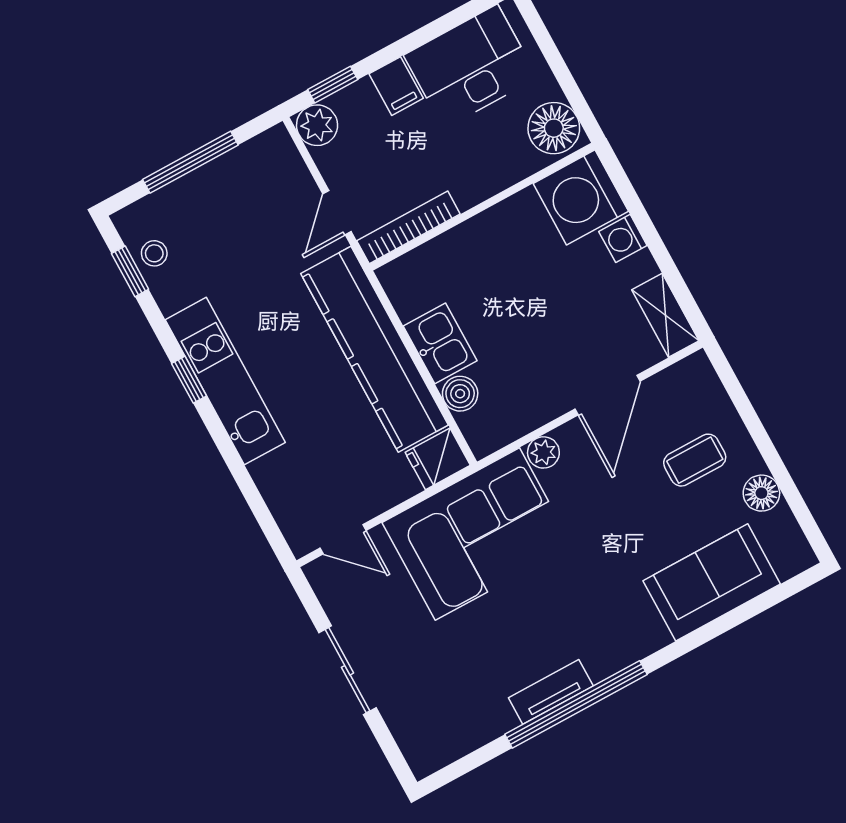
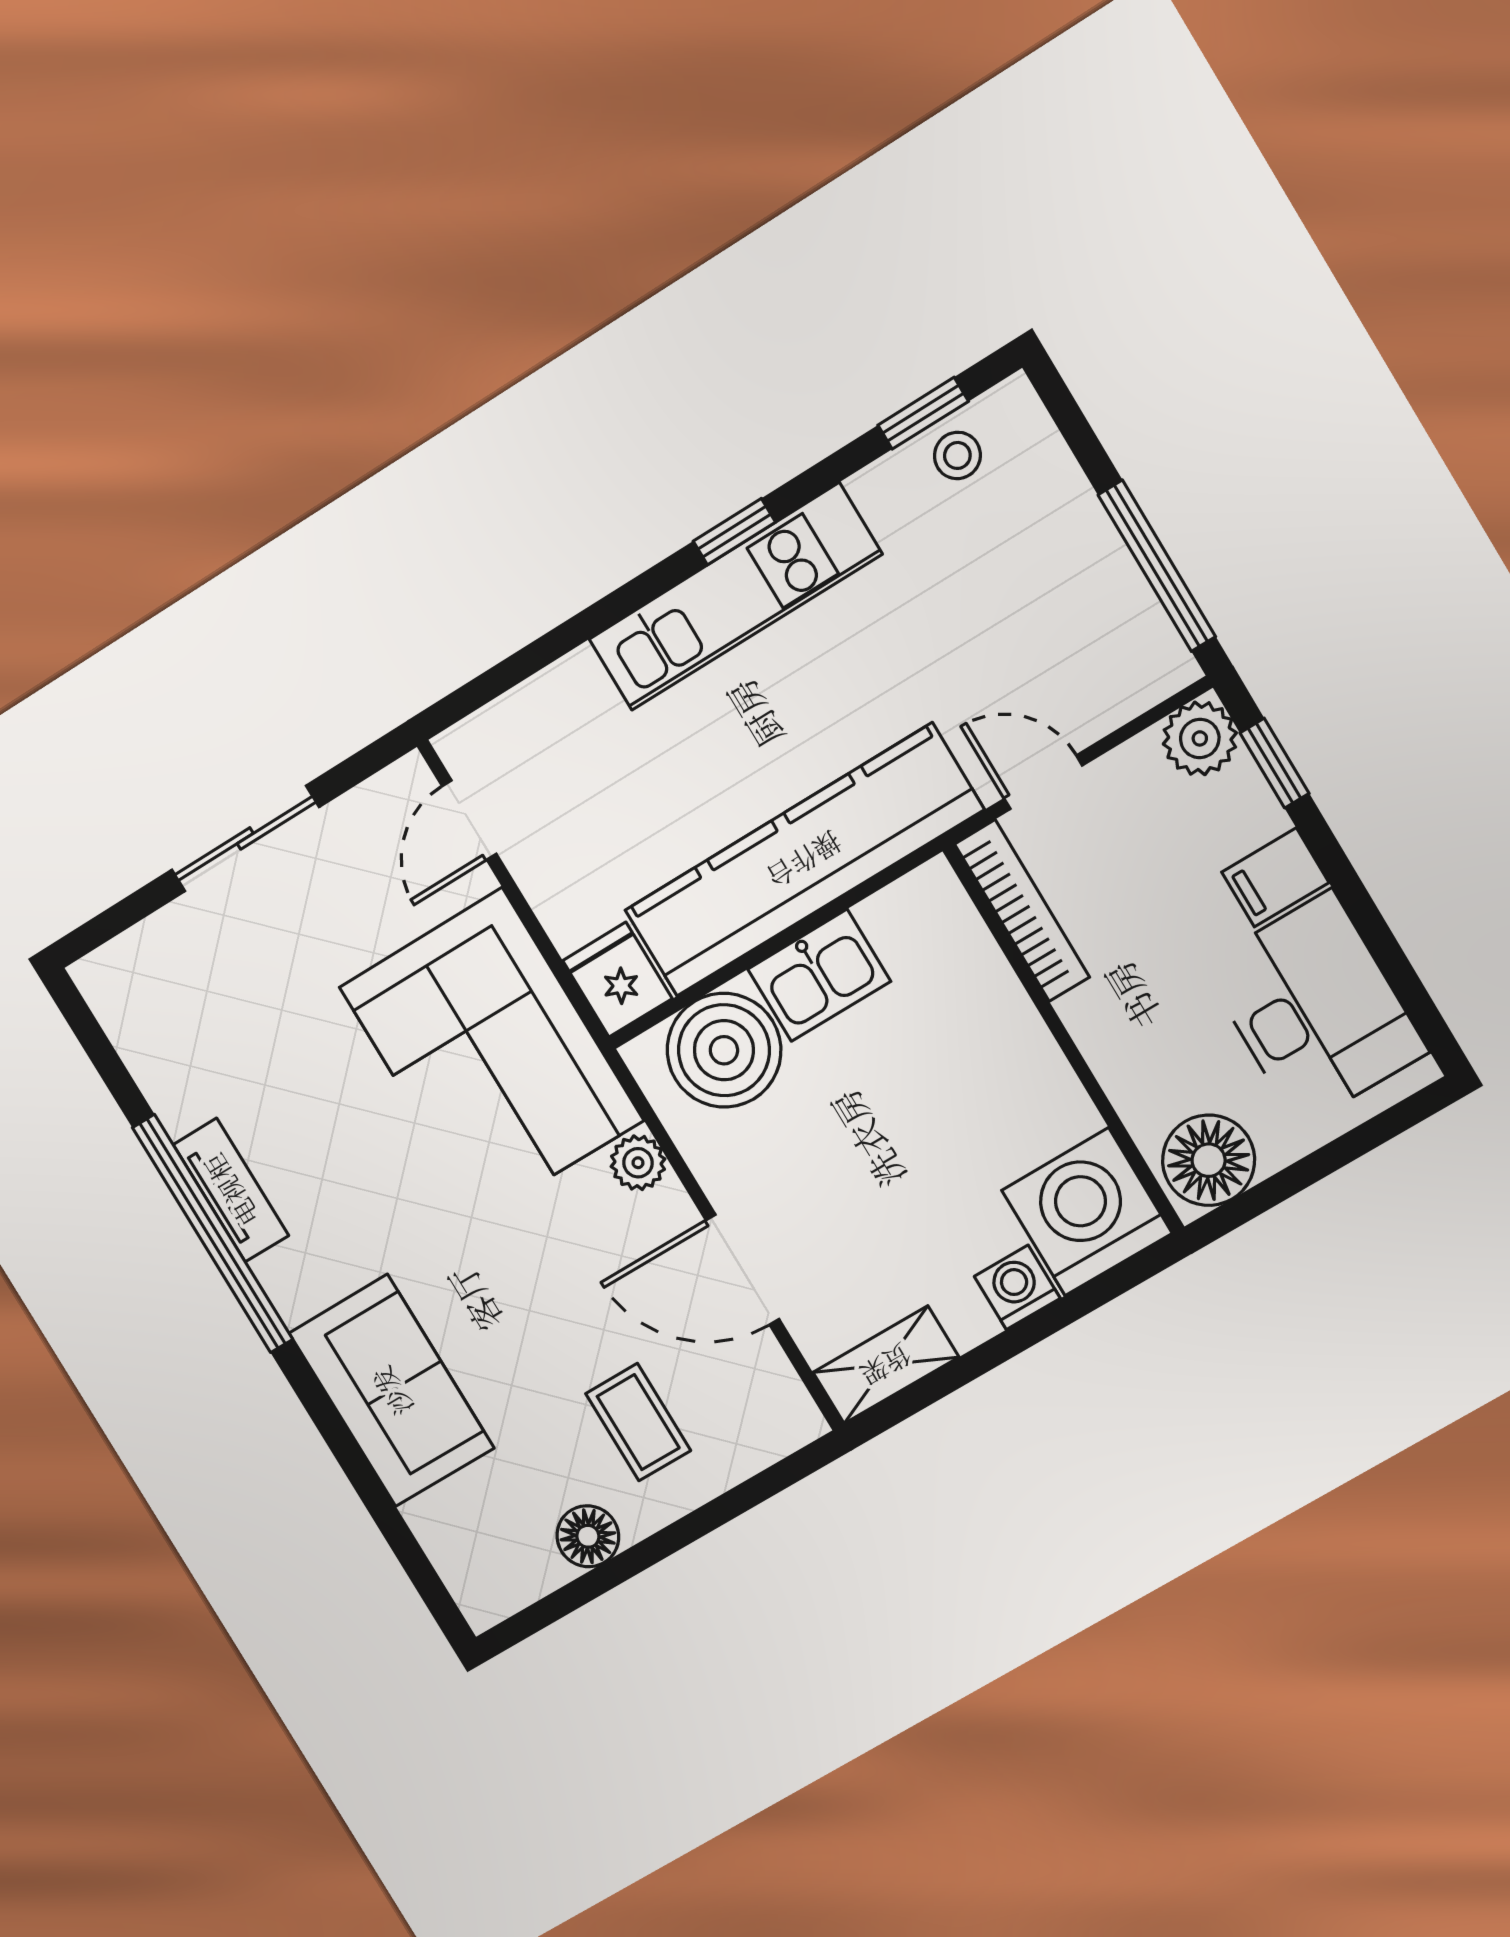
window: (190, 162) -> (1157, 566), moved
boiler: (460, 394) -> (724, 1050), width x1.86, depth x1.86
sofa: (712, 582) -> (392, 1391), moved

